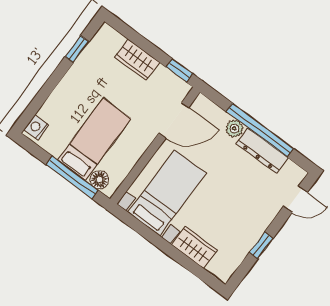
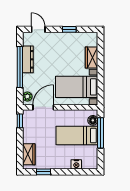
wardrobe: (137, 60) -> (29, 154), moved
door: (174, 120) -> (43, 107), hinge flipped
nightstand: (36, 127) -> (76, 164), moved
plant: (234, 129) -> (27, 97), moved

